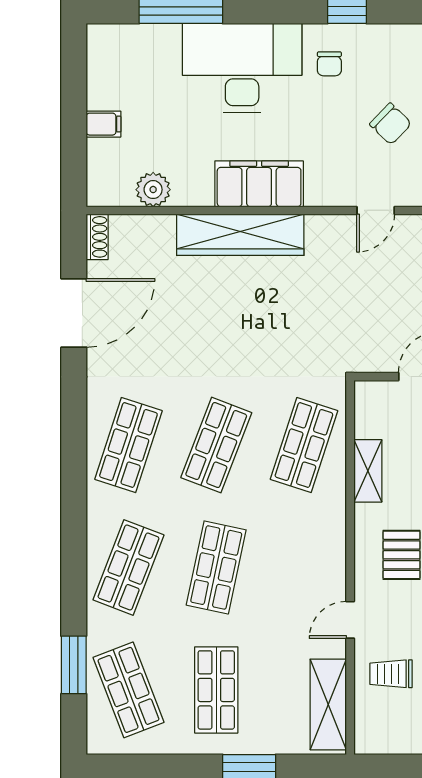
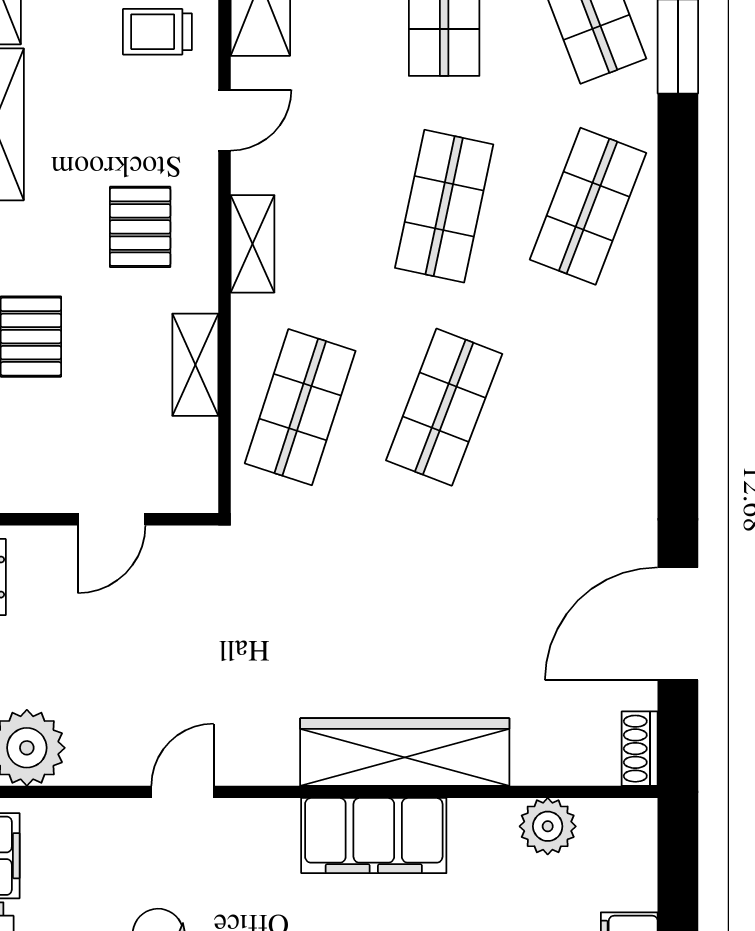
shop shelf: (128, 445) -> (588, 407), removed
shelving: (333, 545) -> (252, 244), added
trolley: (391, 674) -> (157, 32), turned 180

